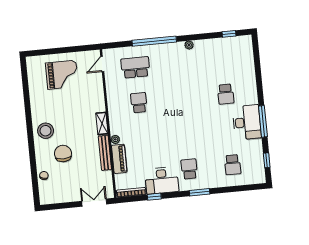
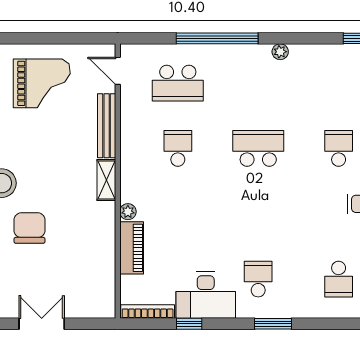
door: (102, 64) -> (118, 71), hinge flipped
school desk: (135, 67) -> (178, 83), turned 180
school desk: (226, 94) -> (339, 148), turned 180
school desk: (182, 98) -> (258, 148), added
bench: (105, 153) -> (107, 126), moved
double door: (94, 203) -> (42, 324), moved

